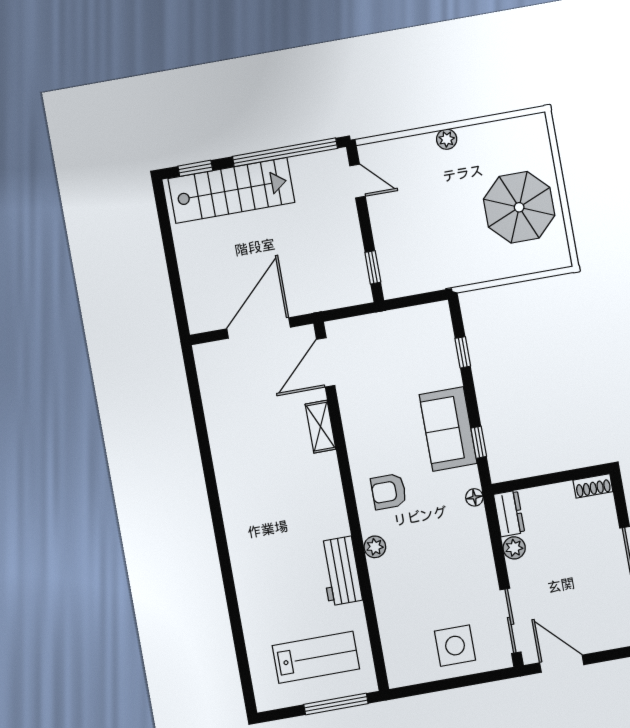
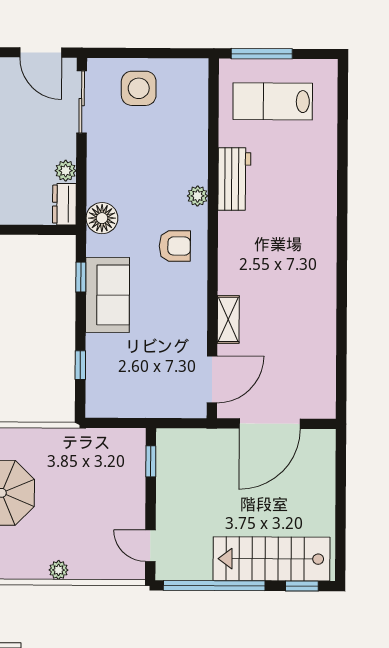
floor lamp: (474, 497) -> (102, 218), width x1.89, depth x1.89

